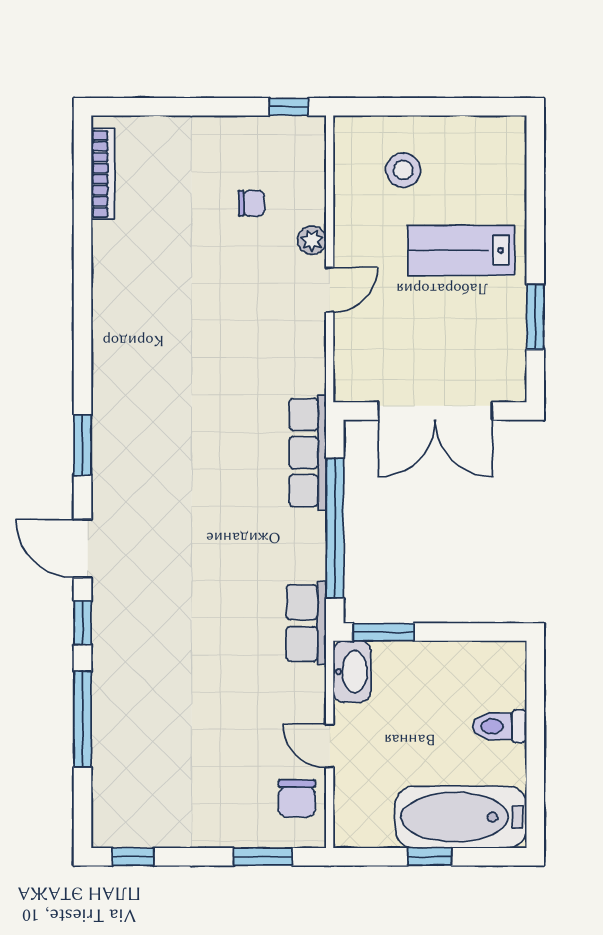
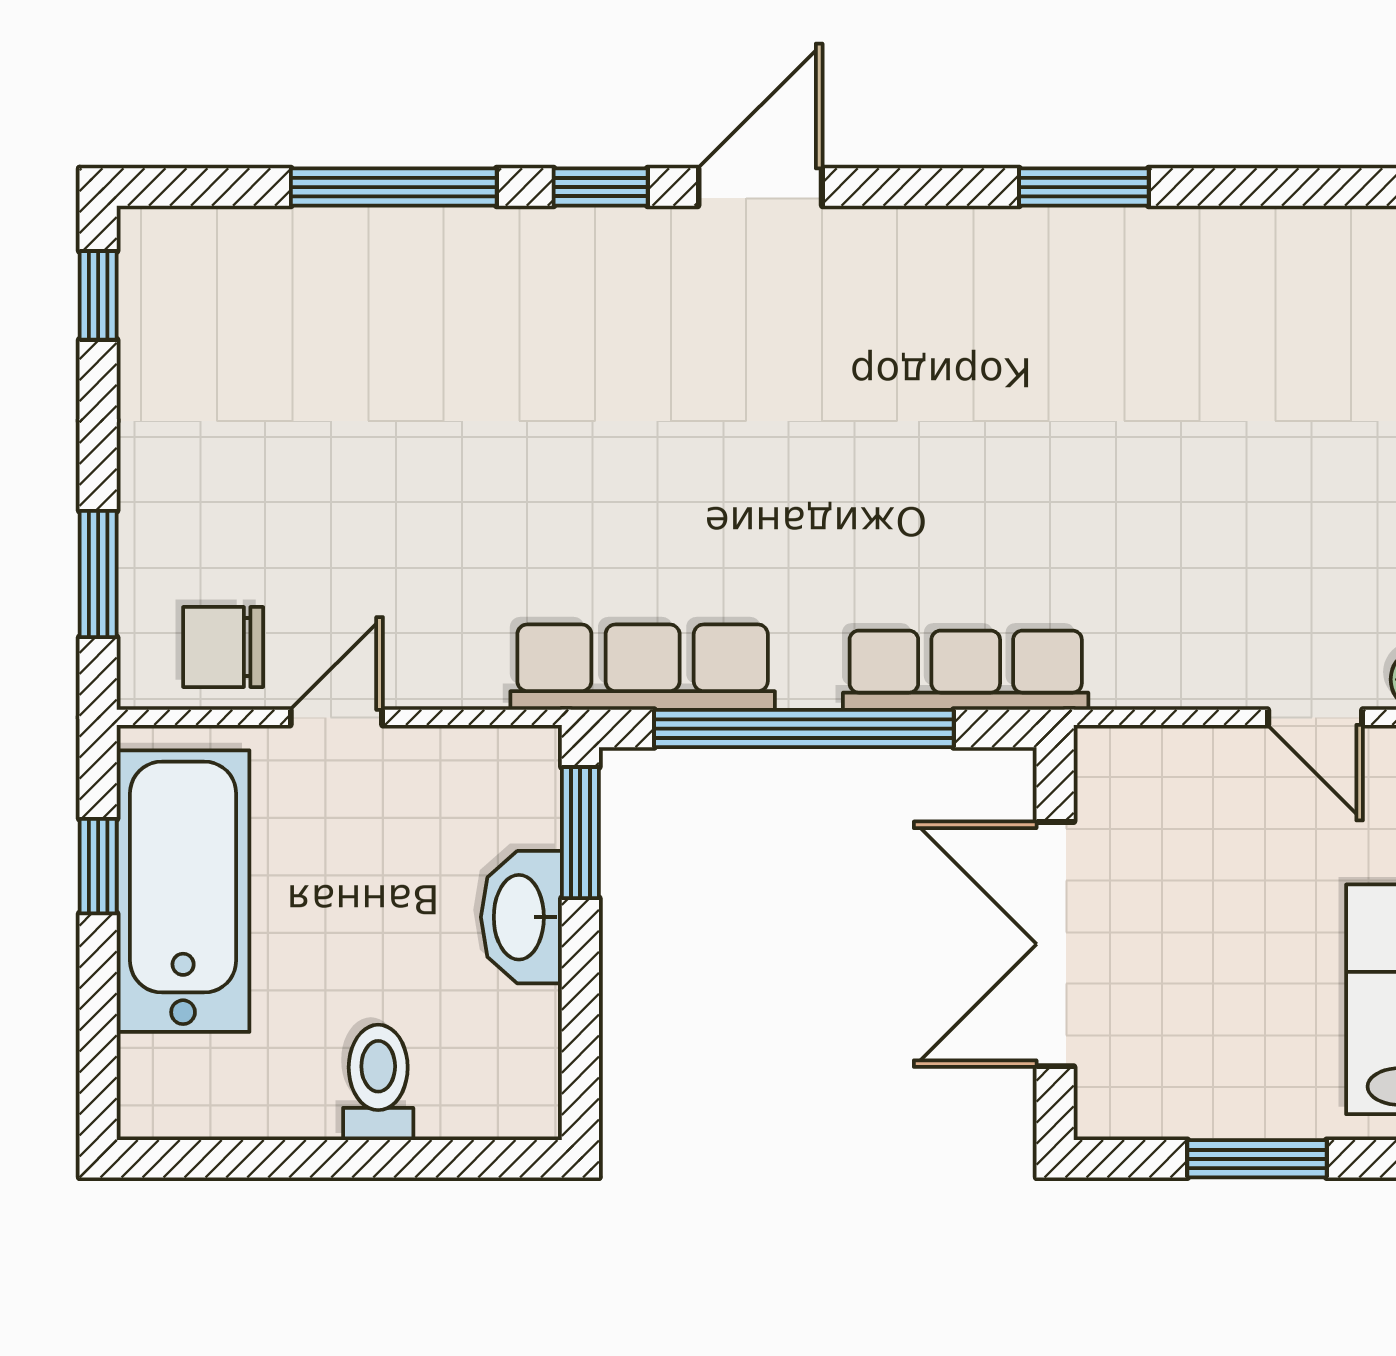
window: (83, 445) -> (1084, 187), moved
row of seats: (306, 623) -> (643, 667), width x1.48
washbasin: (352, 672) -> (521, 917), moved, turned 90
bathtub: (461, 817) -> (183, 891), moved
window: (430, 857) -> (98, 866), moved

